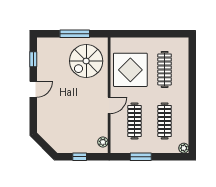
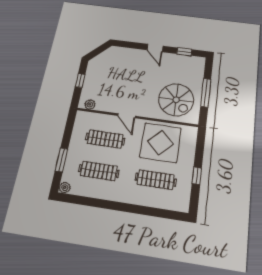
window: (156, 34) -> (197, 176), added
spiral stairs: (86, 61) -> (176, 100), turned 180
window: (141, 157) -> (61, 160), moved

